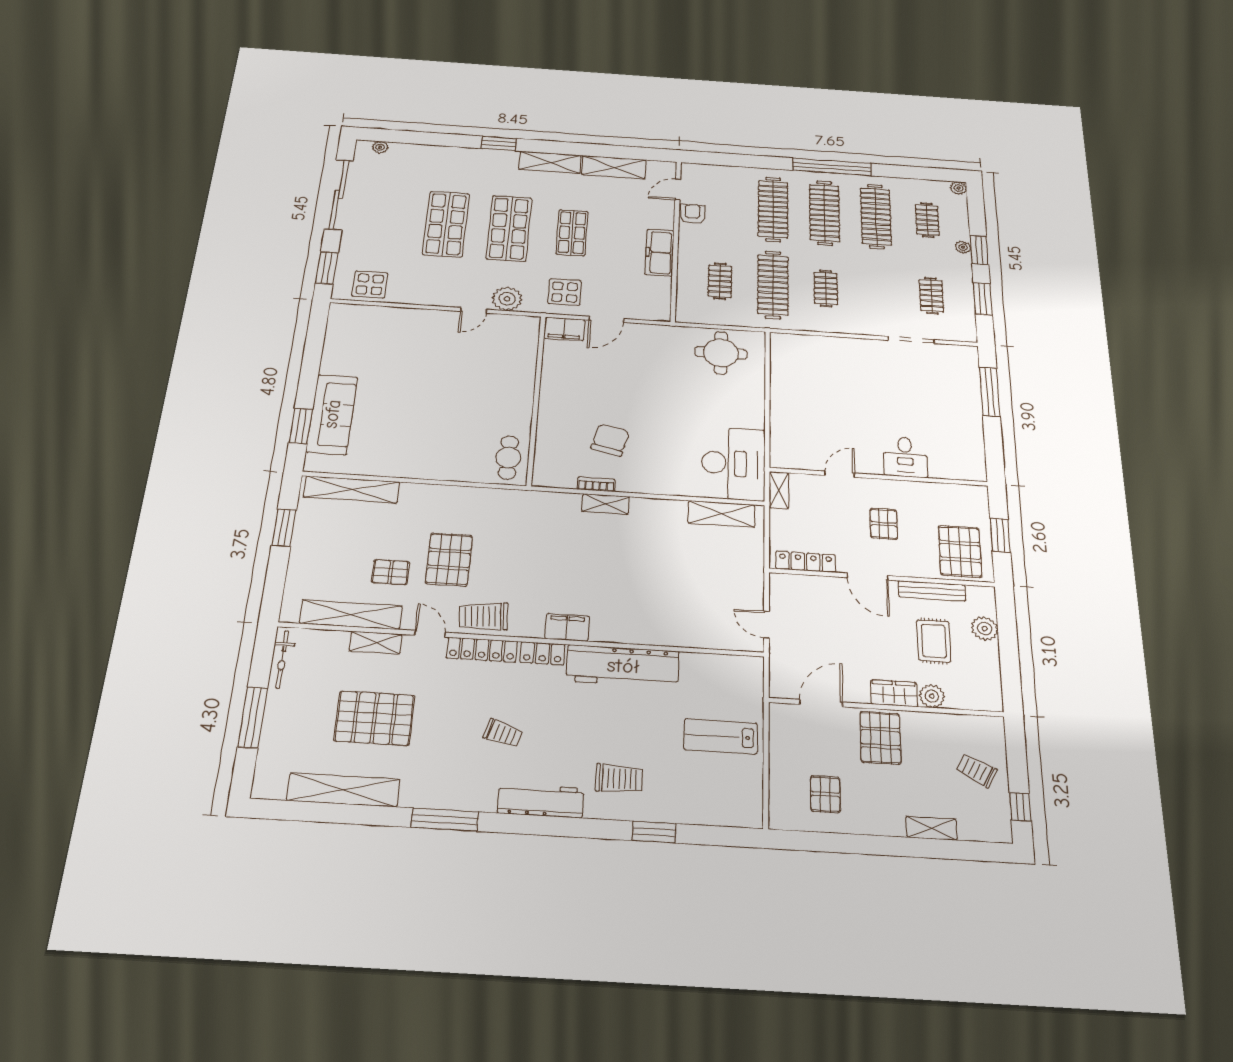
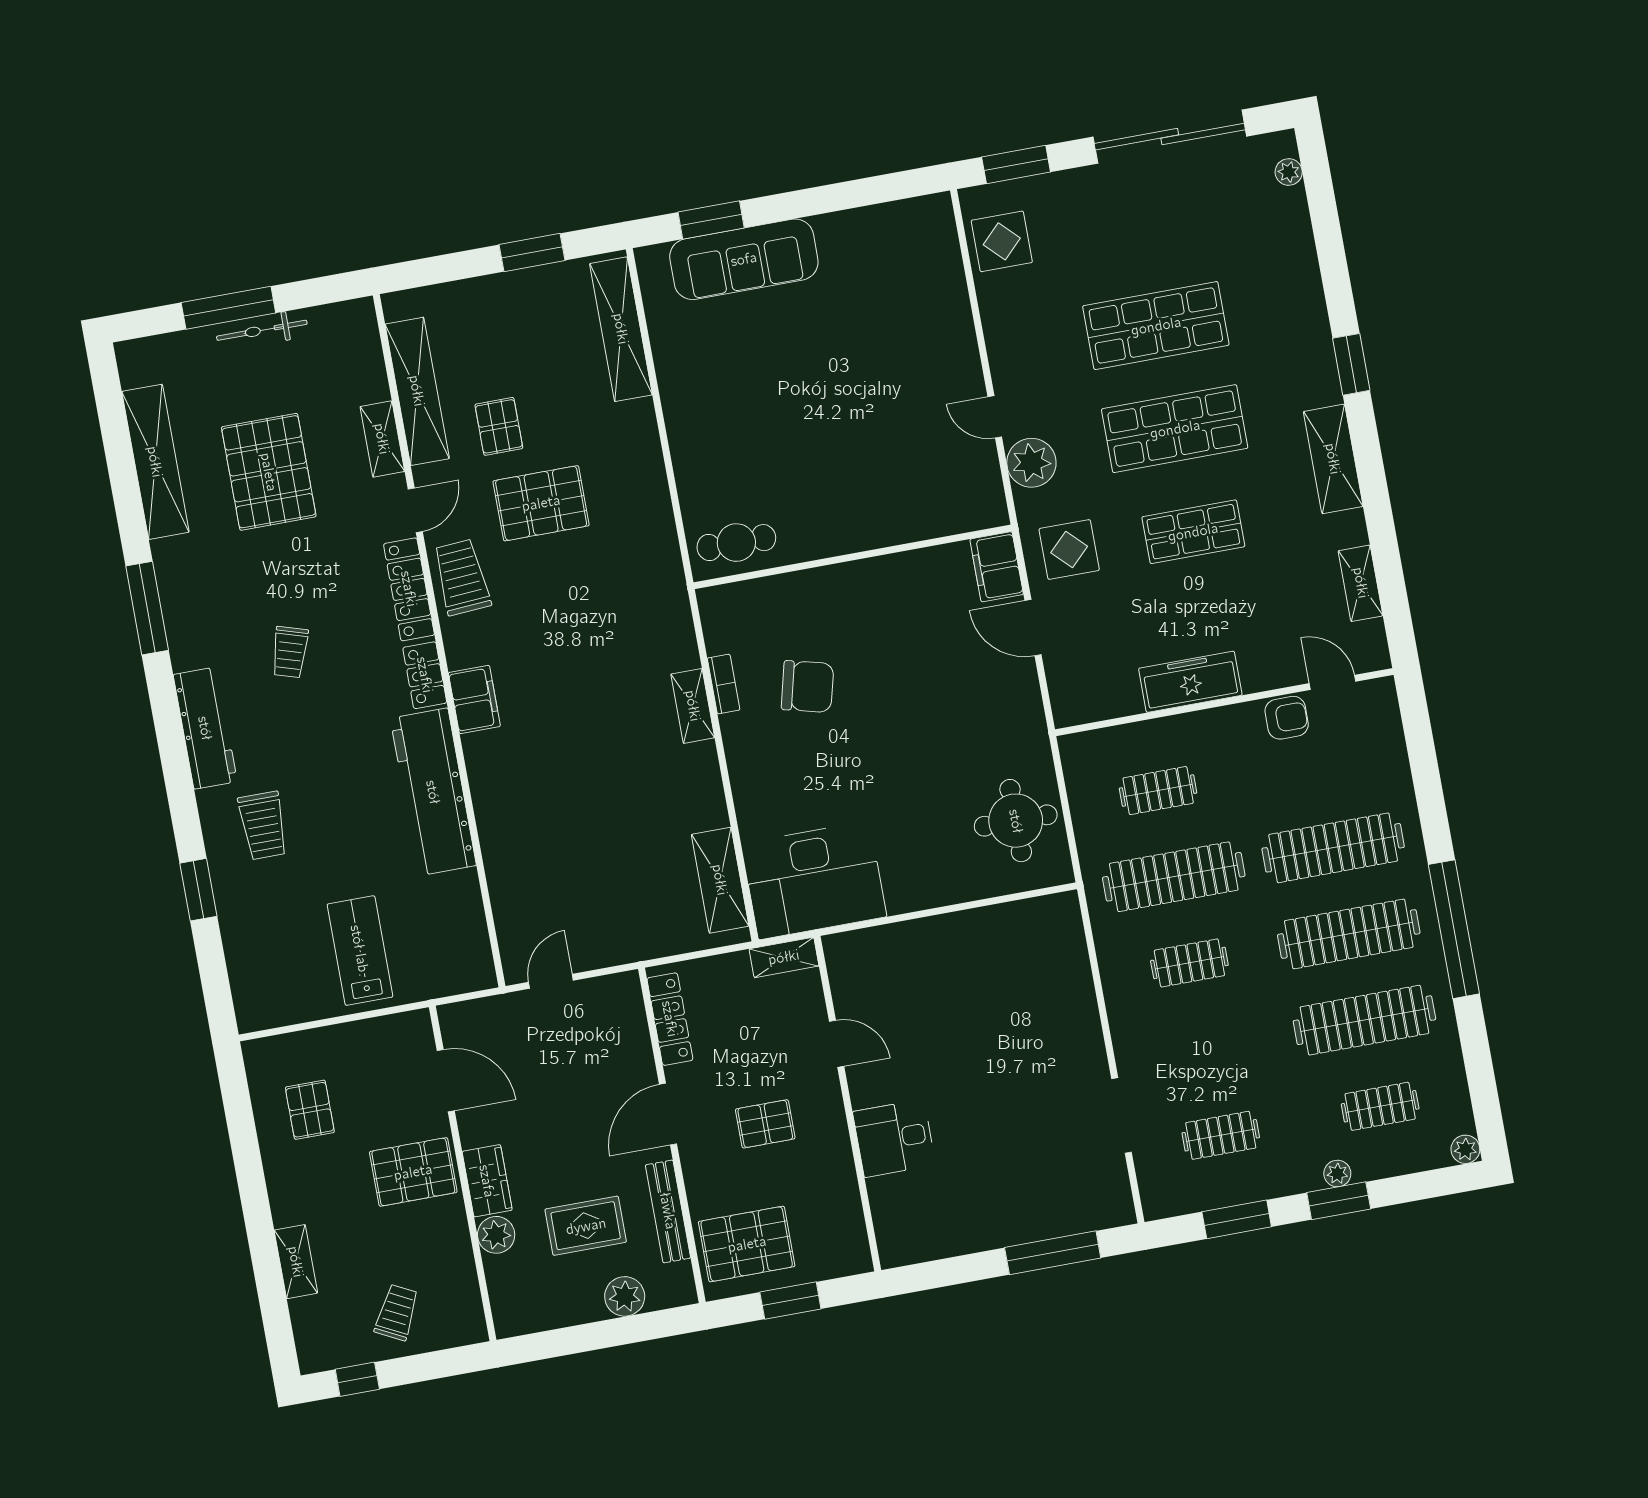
shelving: (614, 167) -> (1361, 583), width x0.67, depth x0.75
bicycle: (282, 659) -> (262, 330), moved
pallet: (825, 794) -> (310, 1110), turned 90

